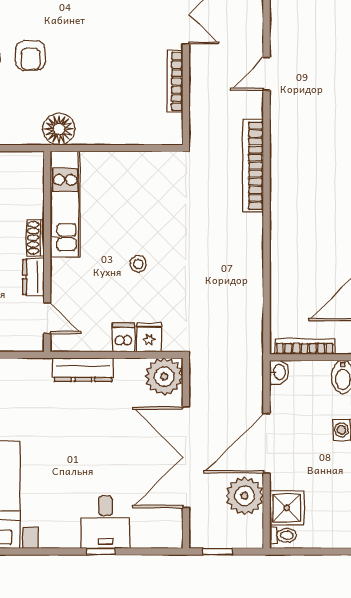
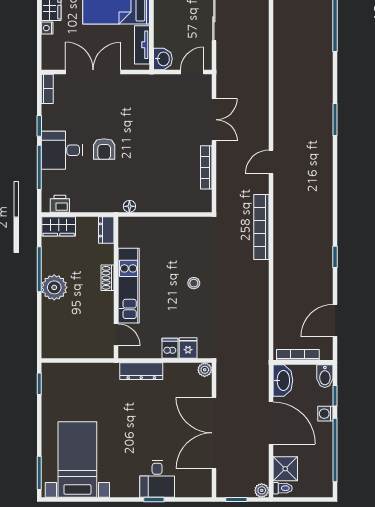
floor lamp: (59, 129) -> (129, 206), width x0.53, depth x0.53
kitchen unit: (65, 204) -> (129, 286), moved
stool: (138, 264) -> (194, 283), moved
dresser: (33, 277) -> (106, 230), moved
washbasin: (279, 372) -> (283, 380), width x1.91, depth x1.45
plant: (164, 376) -> (205, 370), width x0.53, depth x0.53
door: (266, 443) -> (271, 423), swing flipped
plant: (245, 496) -> (262, 490), moved, width x0.53, depth x0.53

